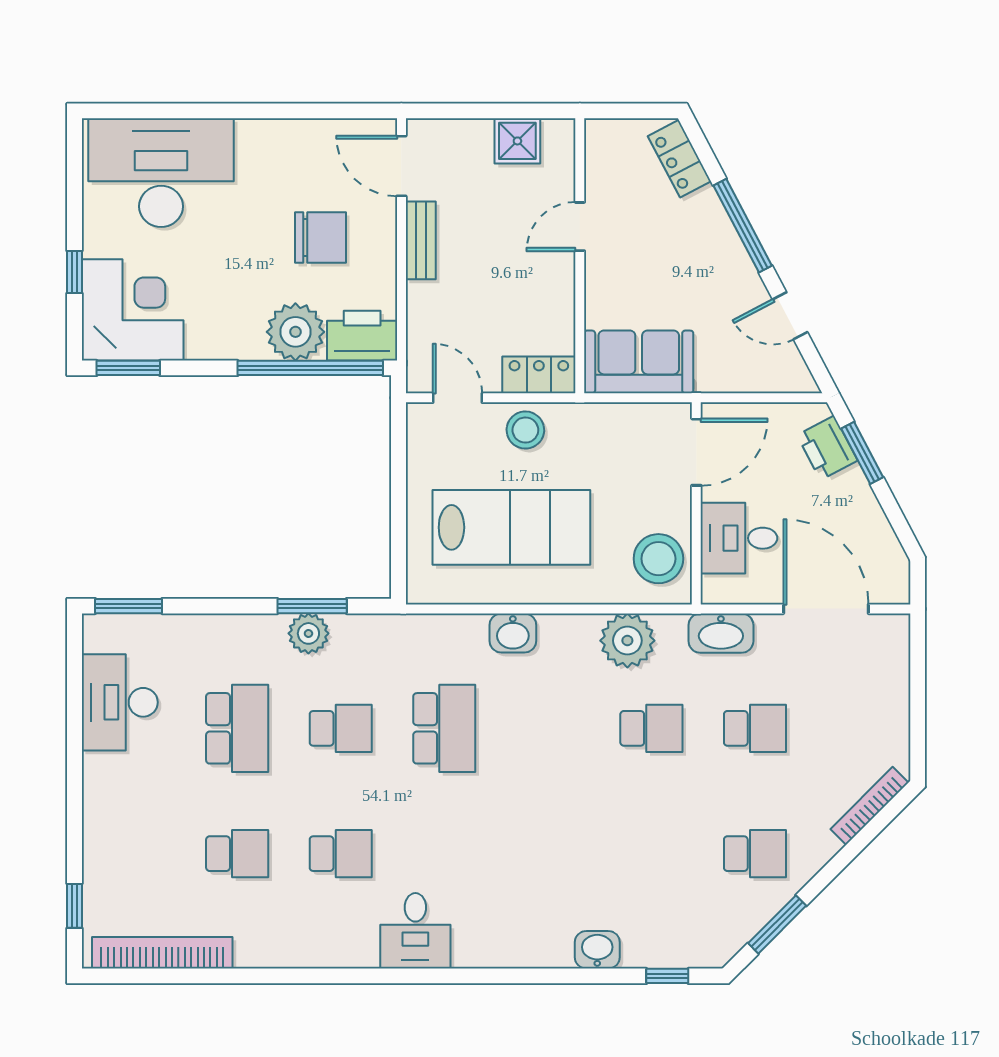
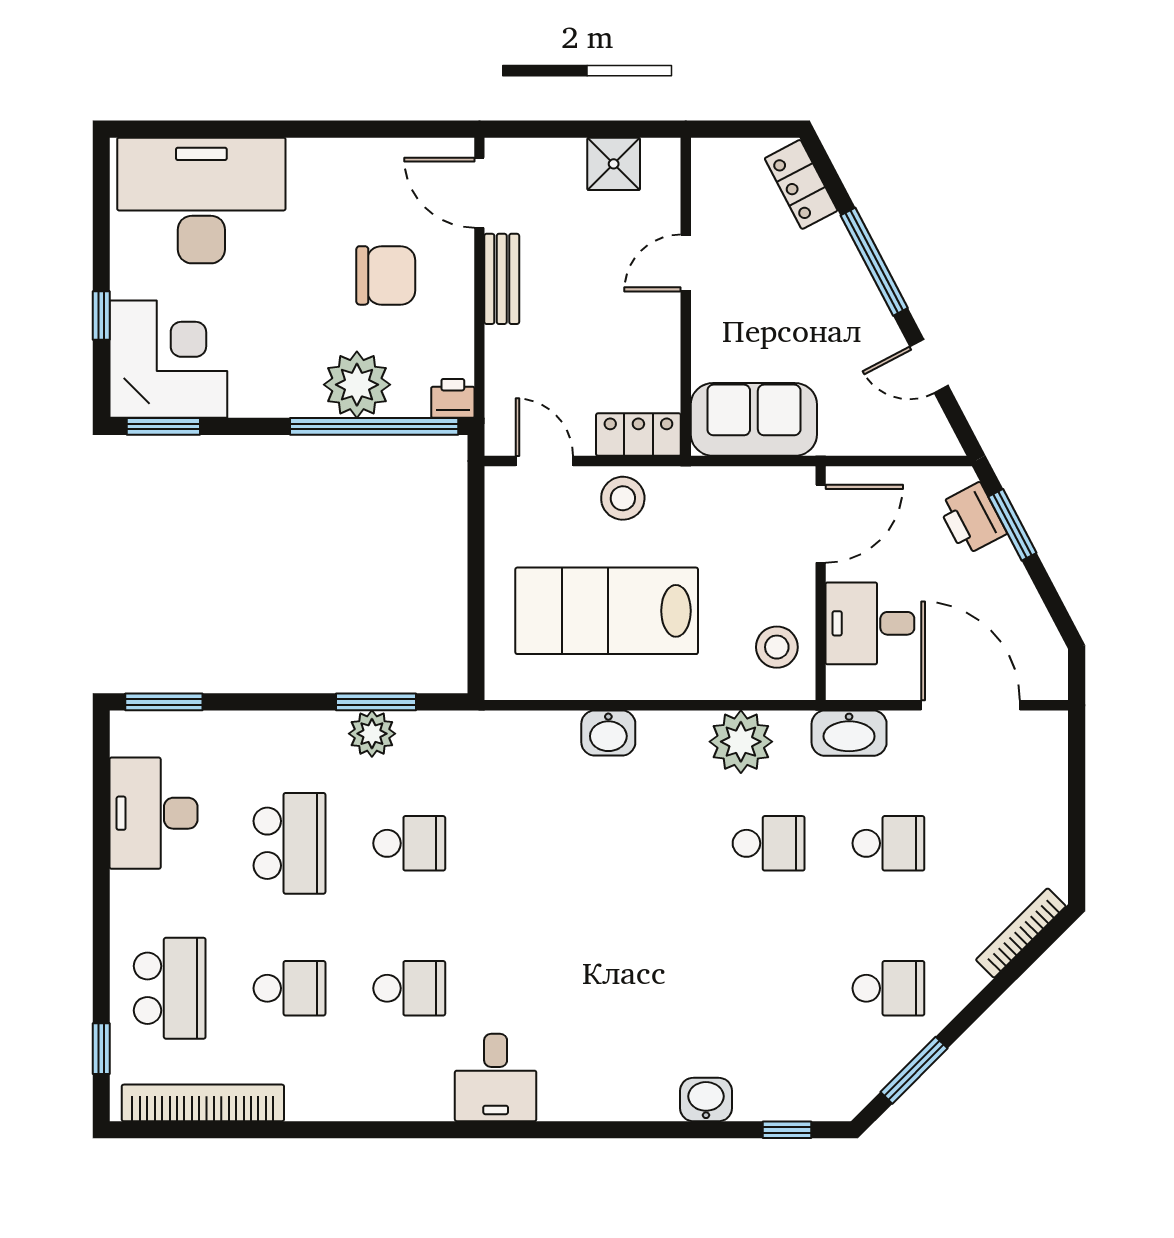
printer: (362, 336) -> (453, 398), width x0.53, depth x0.68
lab bench: (511, 527) -> (607, 611), turned 180
stool: (658, 559) -> (777, 647), width x0.73, depth x0.73
school desk: (444, 728) -> (170, 988), moved

